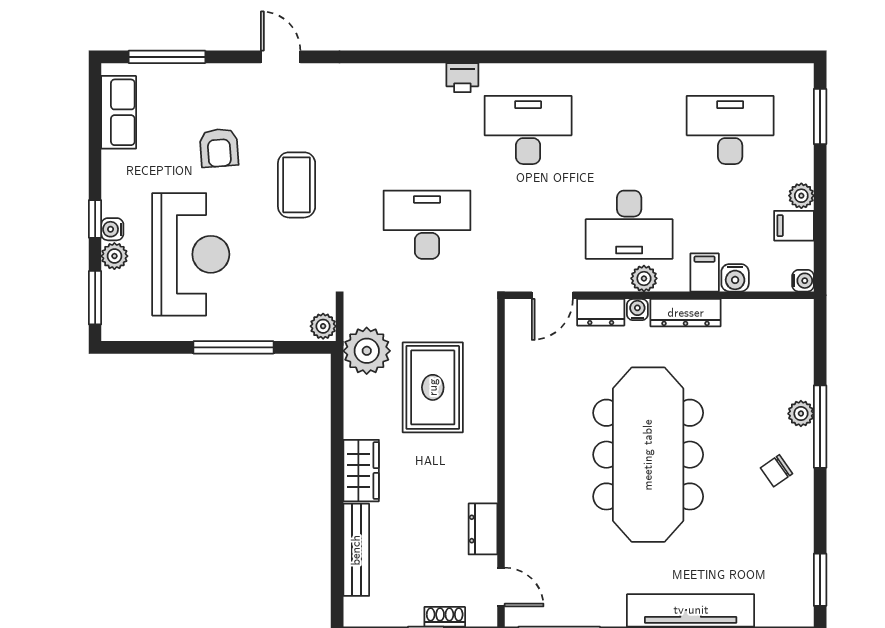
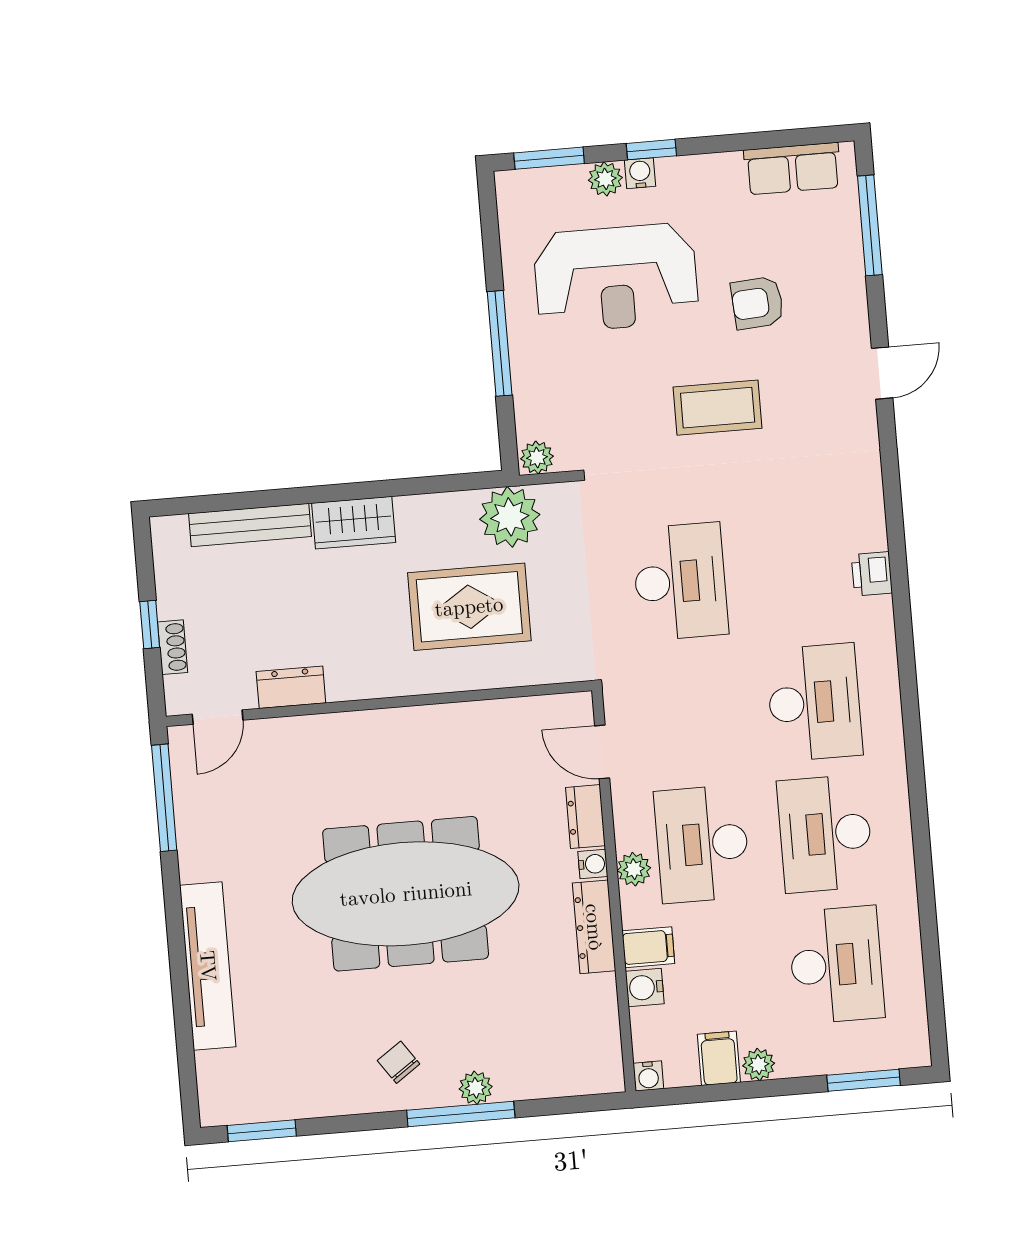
printer: (462, 78) -> (872, 574), moved
desk: (629, 130) -> (825, 834), added

